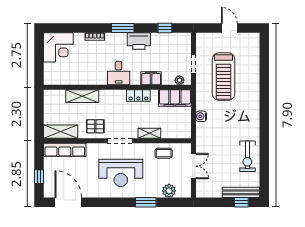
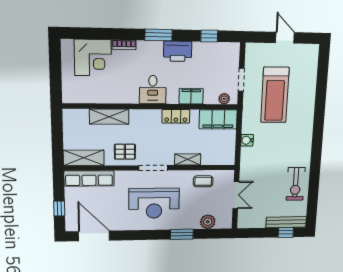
corner desk: (58, 47) -> (93, 58), moved

